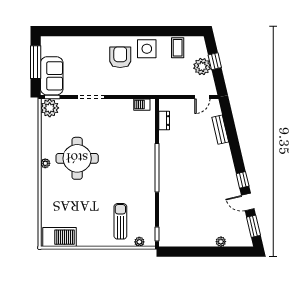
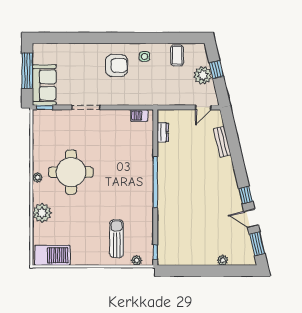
side table: (147, 49) -> (145, 56), width x0.54, depth x0.54
armchair: (120, 57) -> (116, 65), turned 90
plant: (50, 108) -> (42, 213), moved

